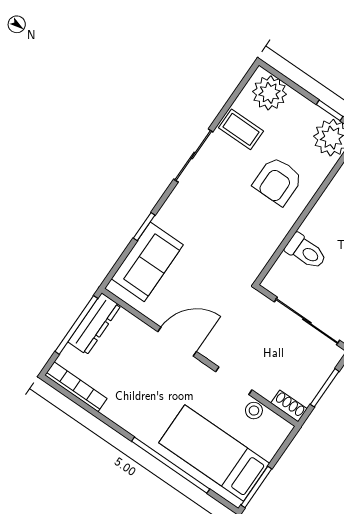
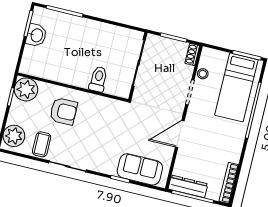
door: (177, 342) -> (180, 134), hinge flipped

